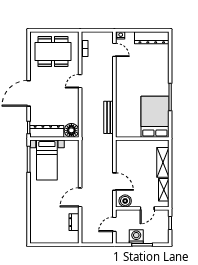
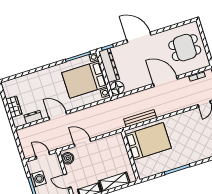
dining table: (53, 52) -> (185, 48), width x0.73
door: (80, 81) -> (165, 81), width x1.87
bed: (155, 117) -> (148, 141), moved
bed with nightstands: (47, 160) -> (84, 80), width x1.36
door: (114, 182) -> (82, 143), swing flipped
wardrobe: (58, 238) -> (14, 107), added

